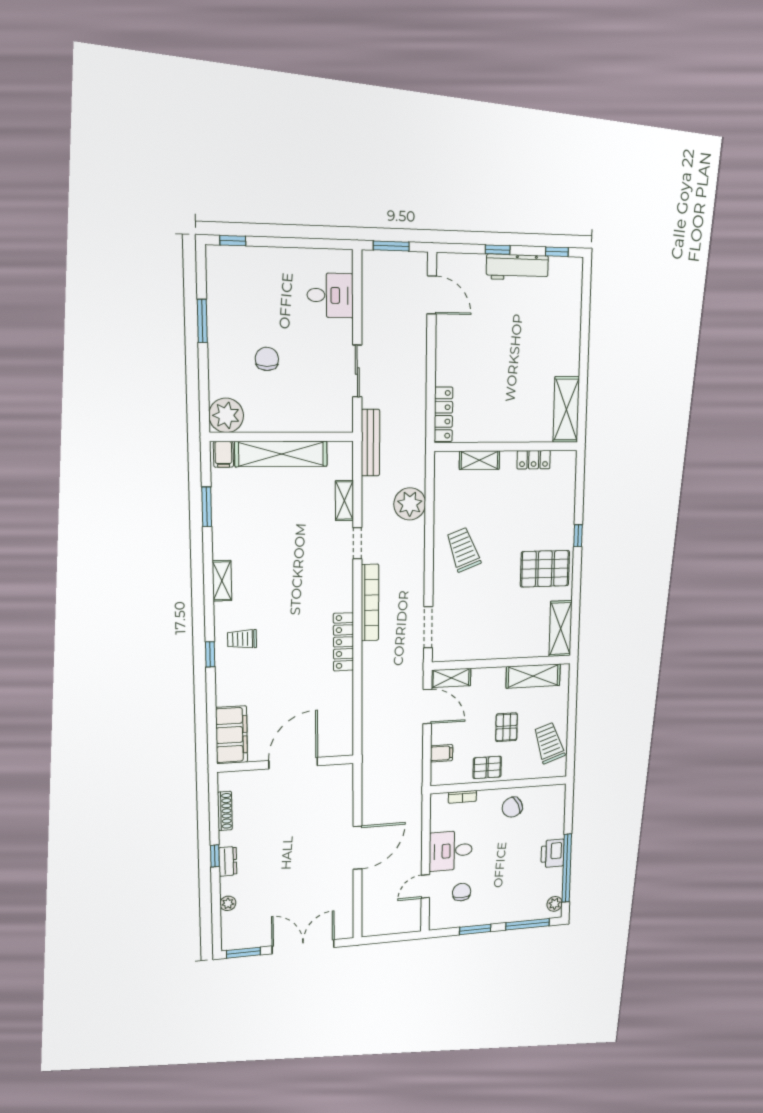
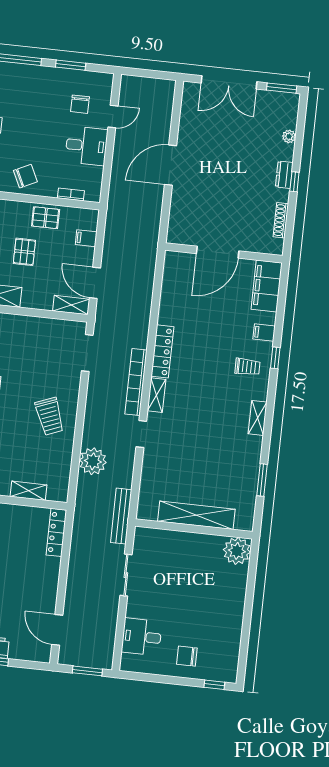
window: (202, 321) -> (246, 626), removed
chair: (267, 359) -> (187, 656), moved, turned 90
filing cabinet: (223, 454) -> (264, 333), moved, turned -90
shelving: (344, 501) -> (157, 395), moved

